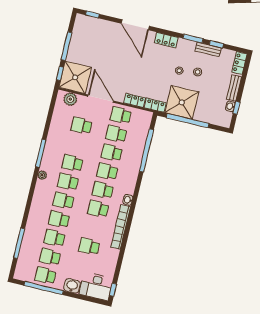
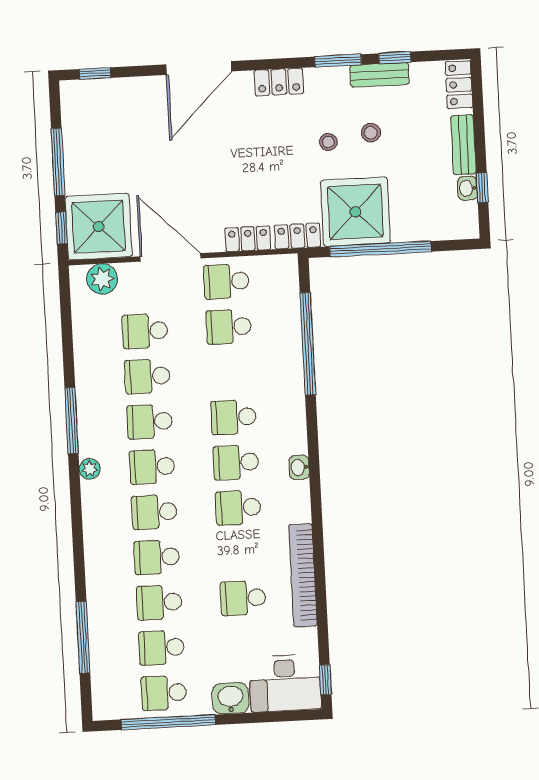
door: (135, 25) -> (199, 68), hinge flipped
school desk: (112, 153) -> (147, 376), moved
bookcase: (121, 227) -> (303, 575), moved

